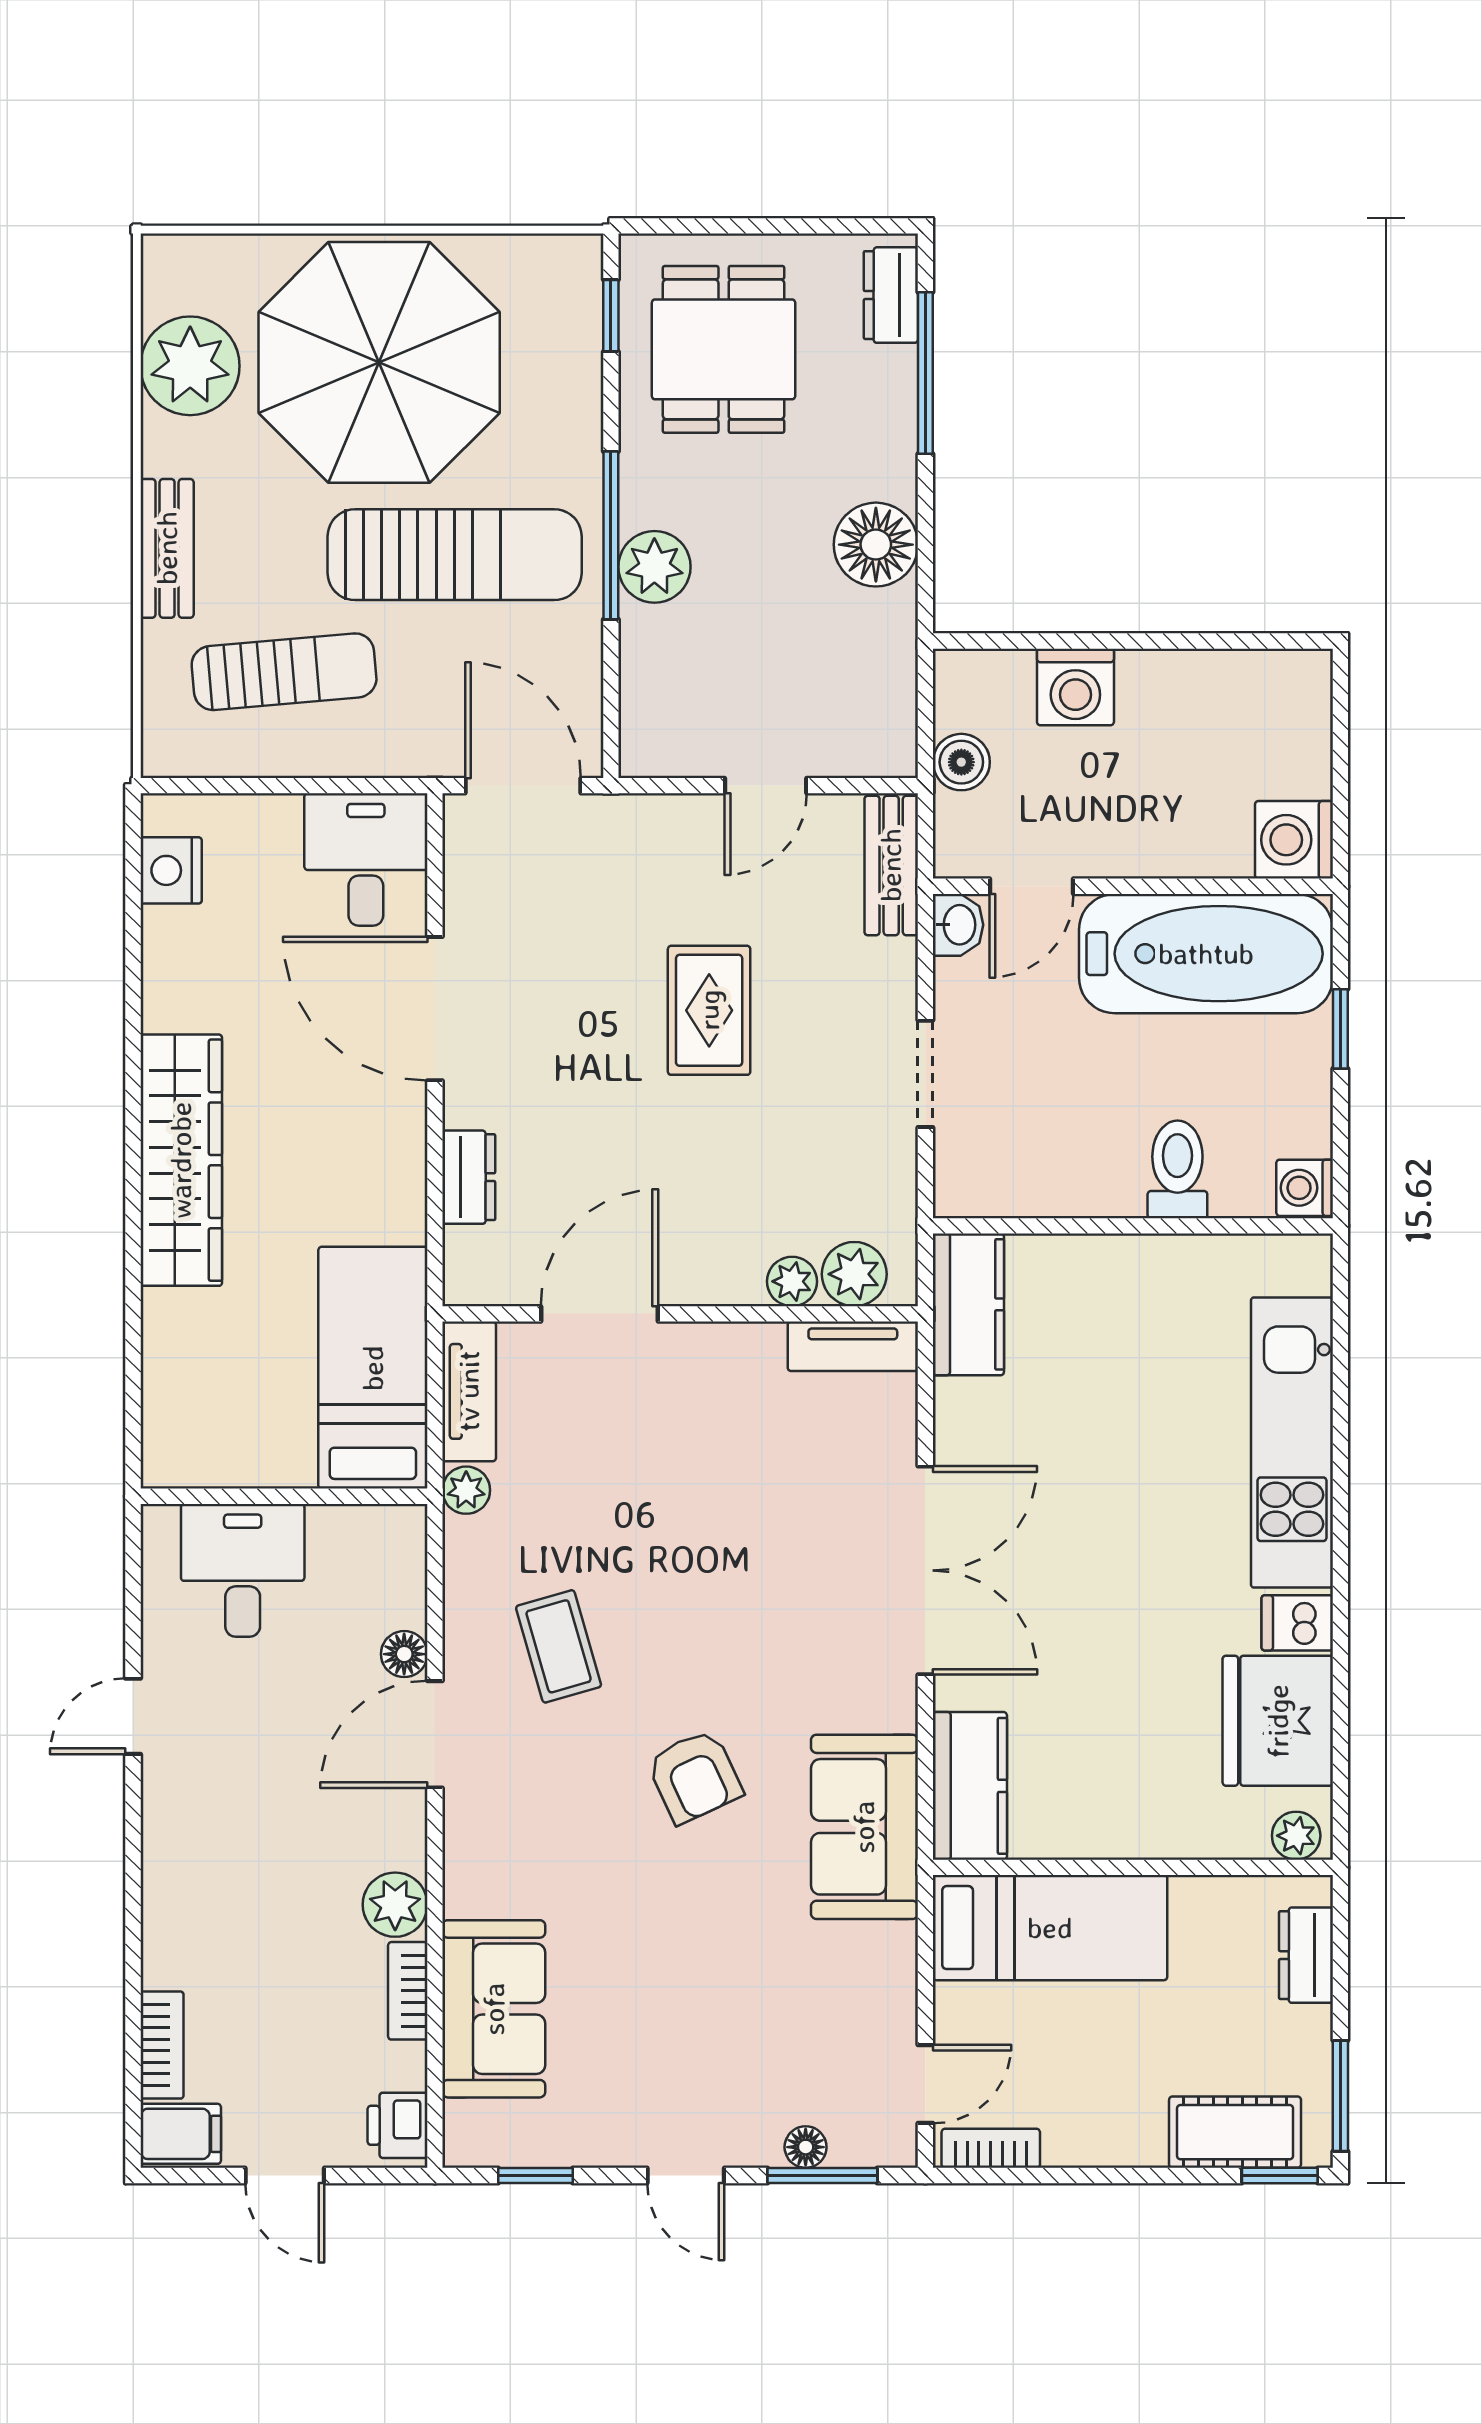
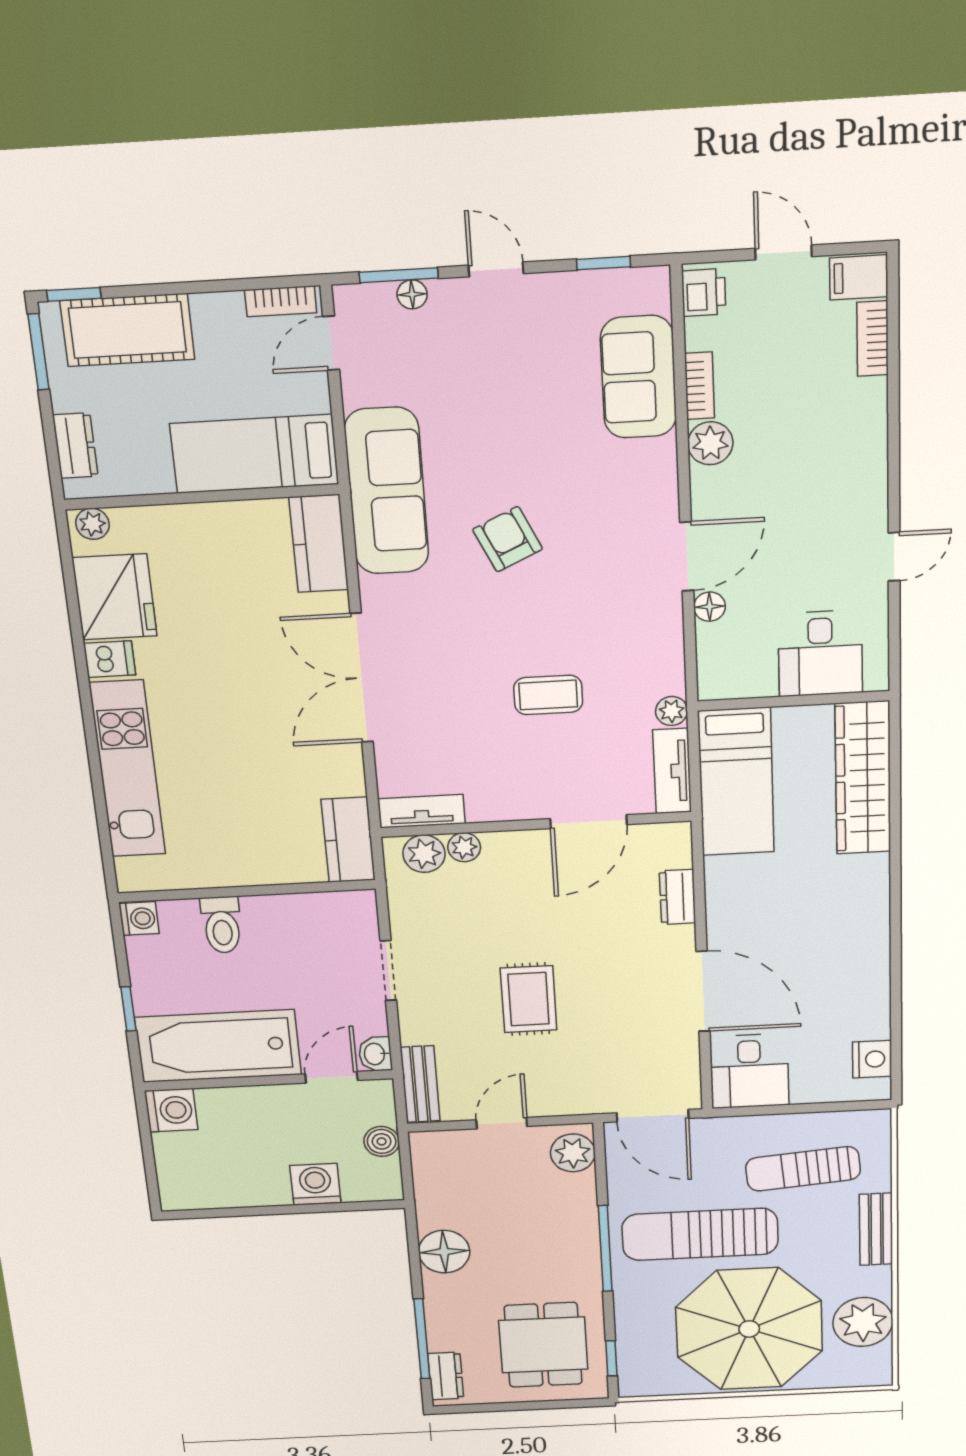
plant: (654, 567) -> (573, 1153), moved
wardrobe: (181, 1160) -> (863, 778), moved
coffee table: (559, 1646) -> (548, 695), moved, turned -74
sofa: (864, 1827) -> (387, 491), width x1.36
cot: (1235, 2132) -> (127, 330), width x1.37, depth x1.34

